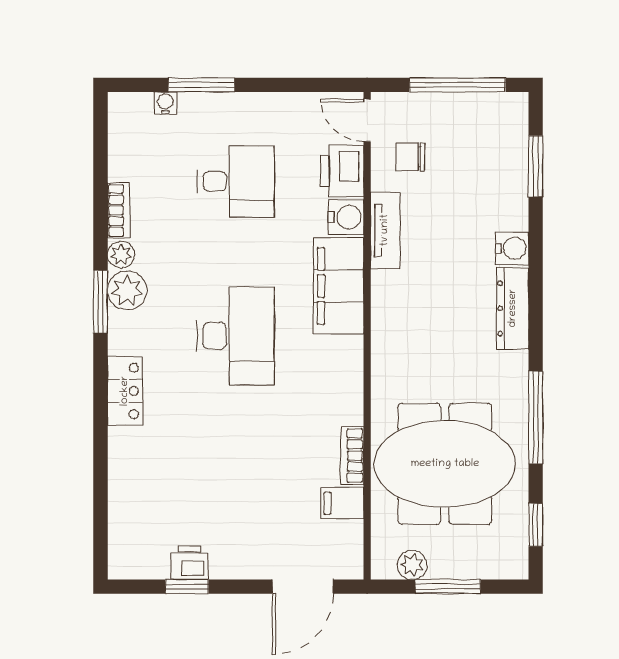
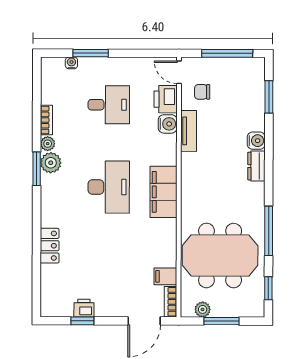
filing cabinet: (339, 286) -> (164, 192), moved
dresser: (513, 308) -> (256, 166), width x0.70
locker: (125, 391) -> (50, 246), moved
bookcase: (352, 456) -> (171, 302), moved

